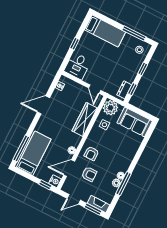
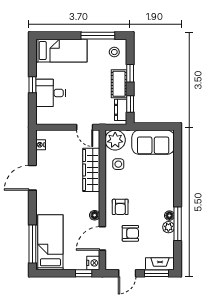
desk: (78, 66) -> (51, 93), moved, turned 90
cot: (132, 72) -> (119, 84), added

